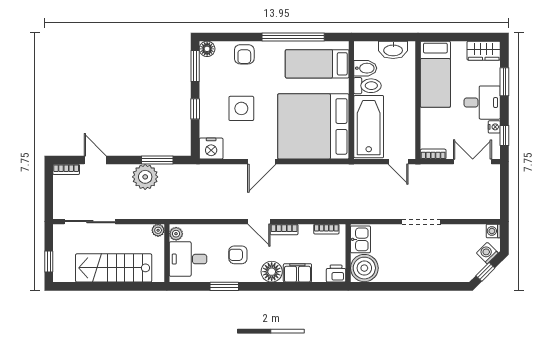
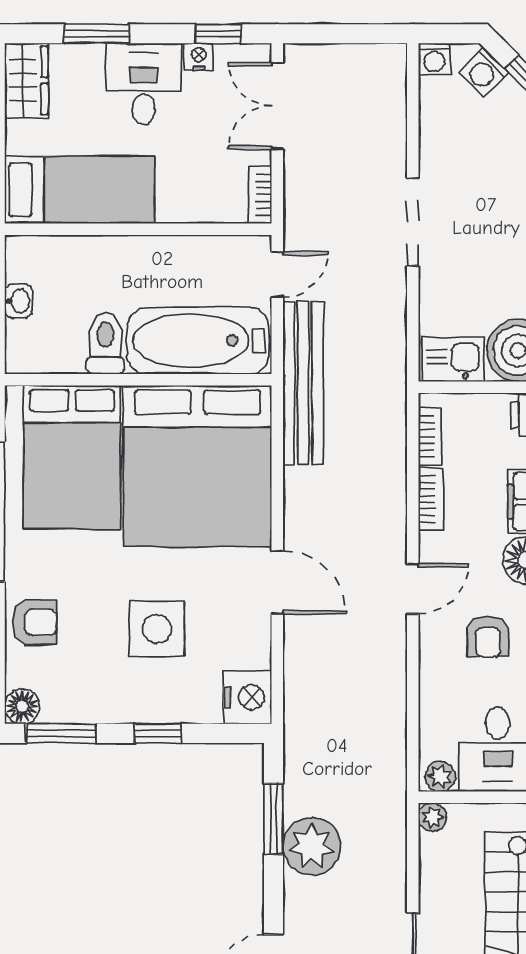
washbasin: (393, 50) -> (18, 301), width x0.52, depth x0.69
bed: (317, 64) -> (72, 457), width x1.50
bidet: (365, 68) -> (66, 348), removed
bench: (350, 173) -> (303, 383), added
bookcase: (284, 230) -> (431, 499), moved

